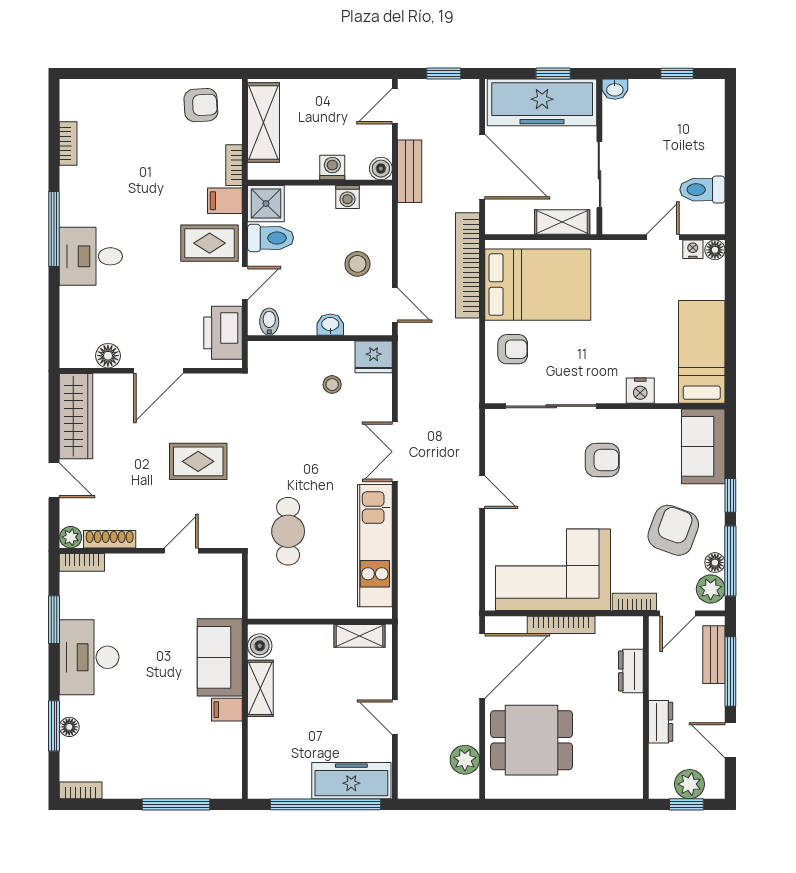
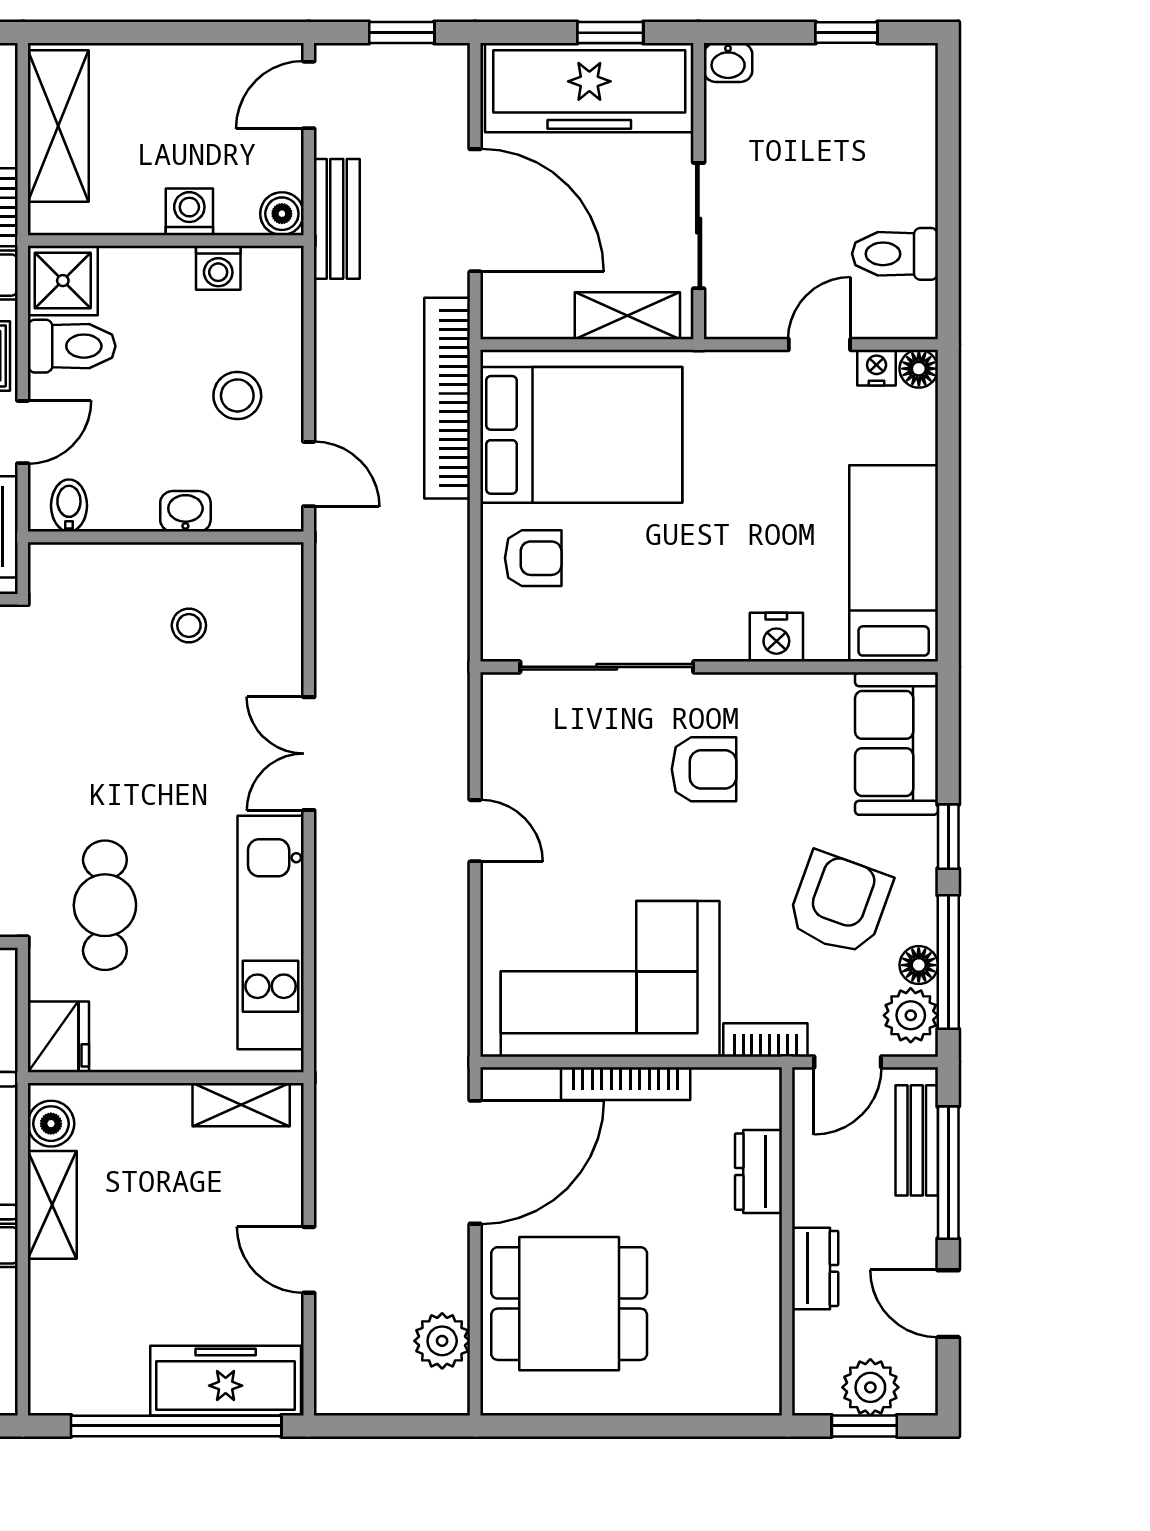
fridge: (374, 357) -> (58, 1037), moved, turned -90

